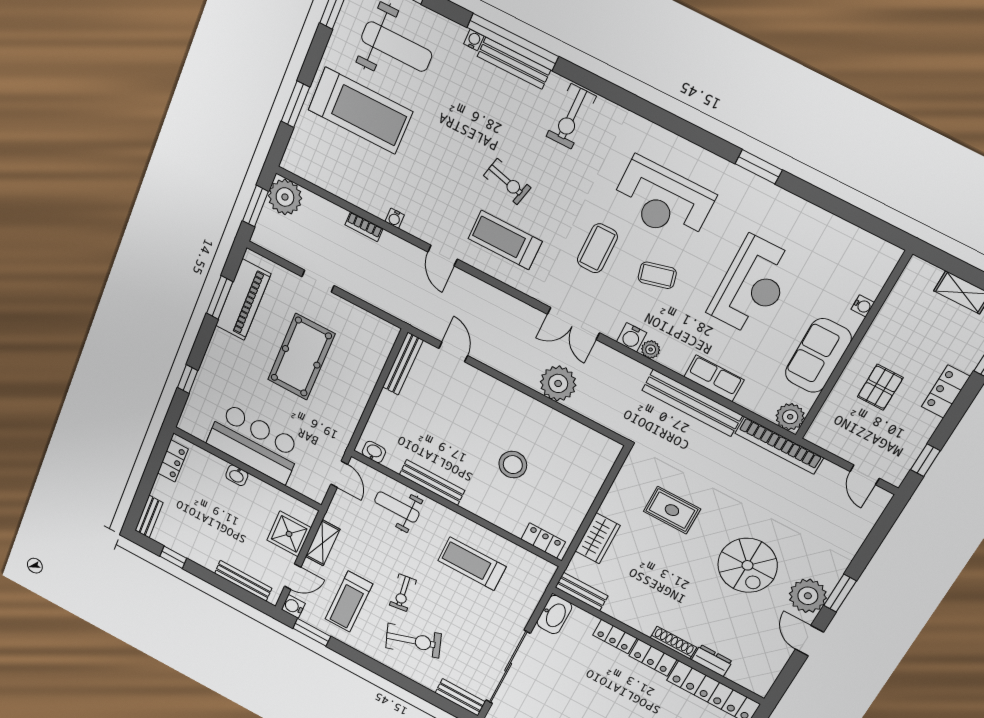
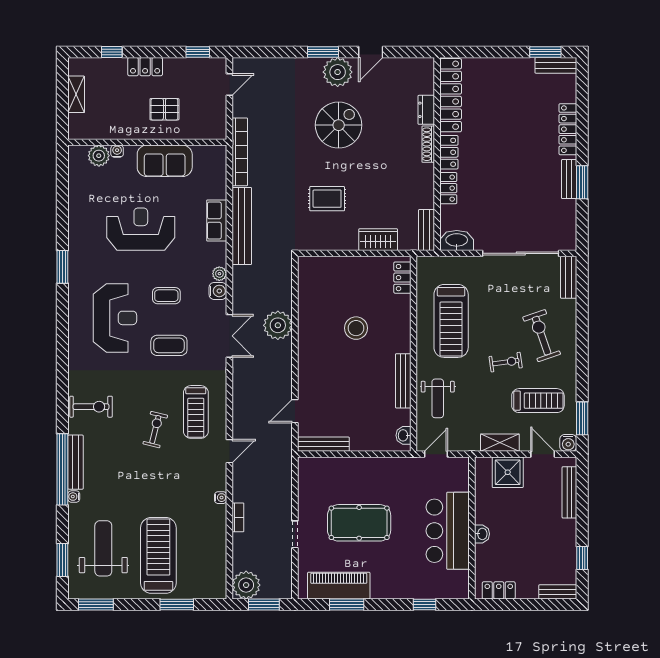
coffee table: (657, 275) -> (166, 296), turned -76
plant: (790, 417) -> (99, 156), moved
rug: (672, 510) -> (327, 199), turned 90
treadmill: (472, 564) -> (451, 321), width x1.37, depth x1.38

